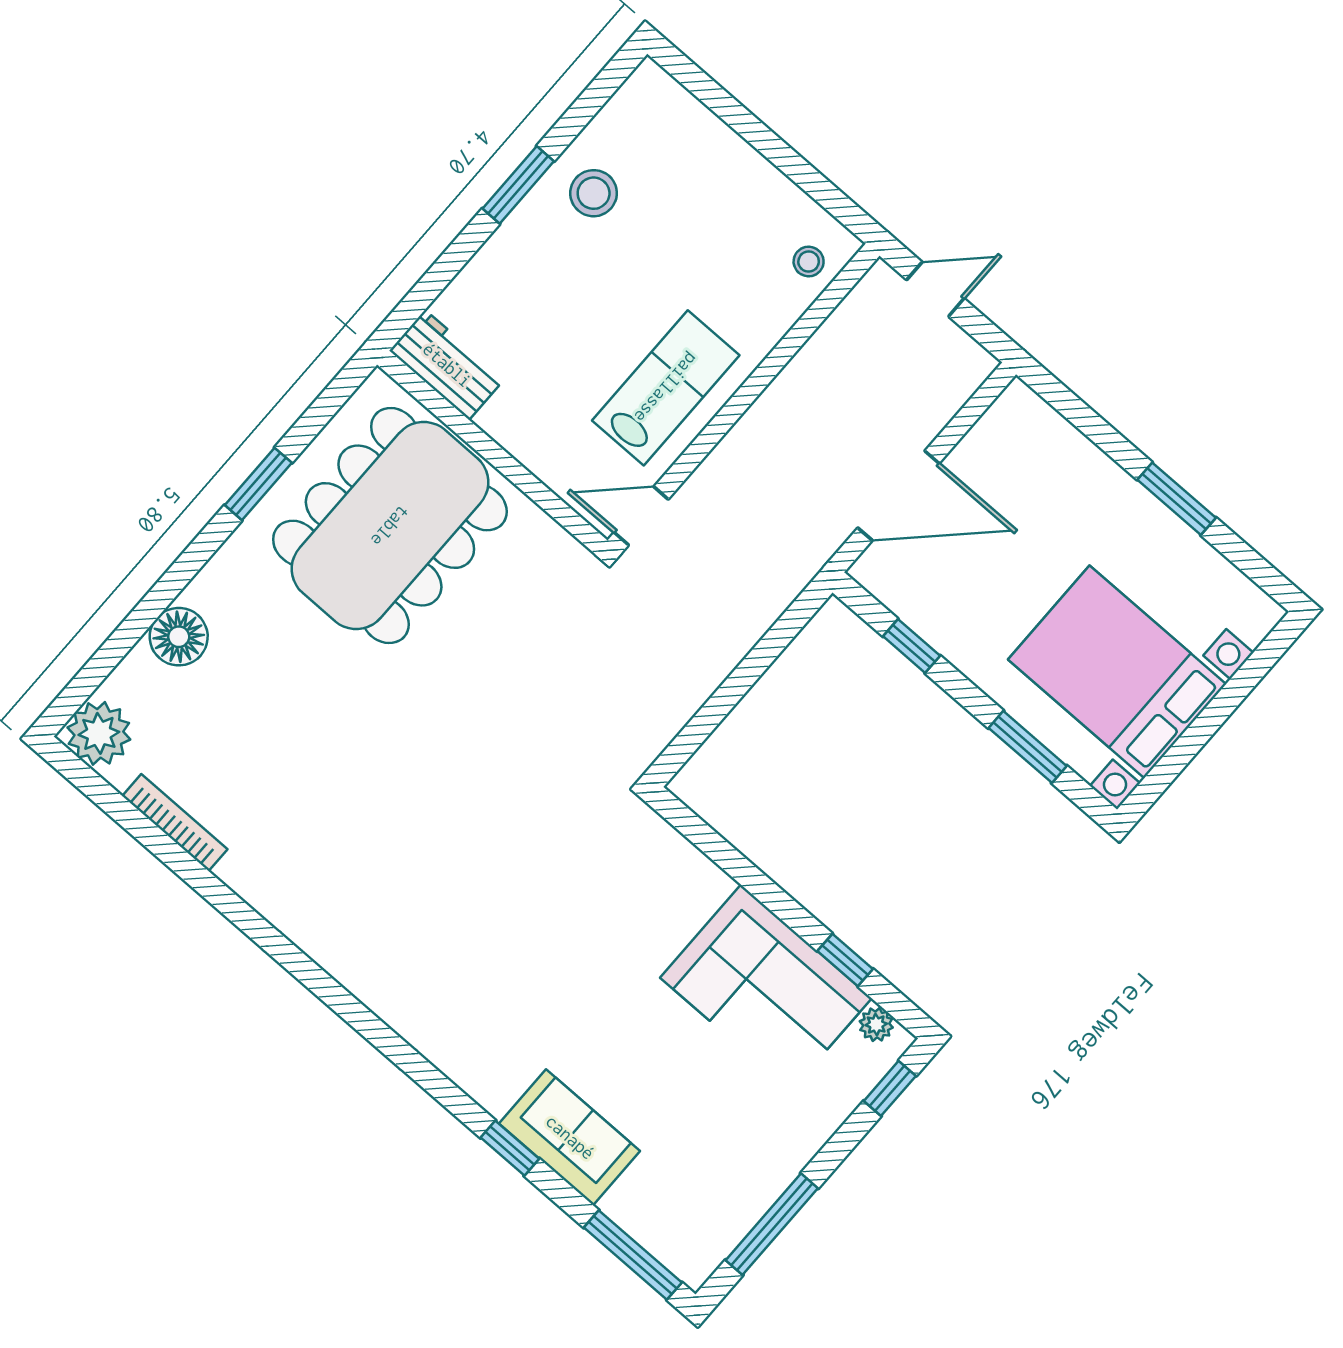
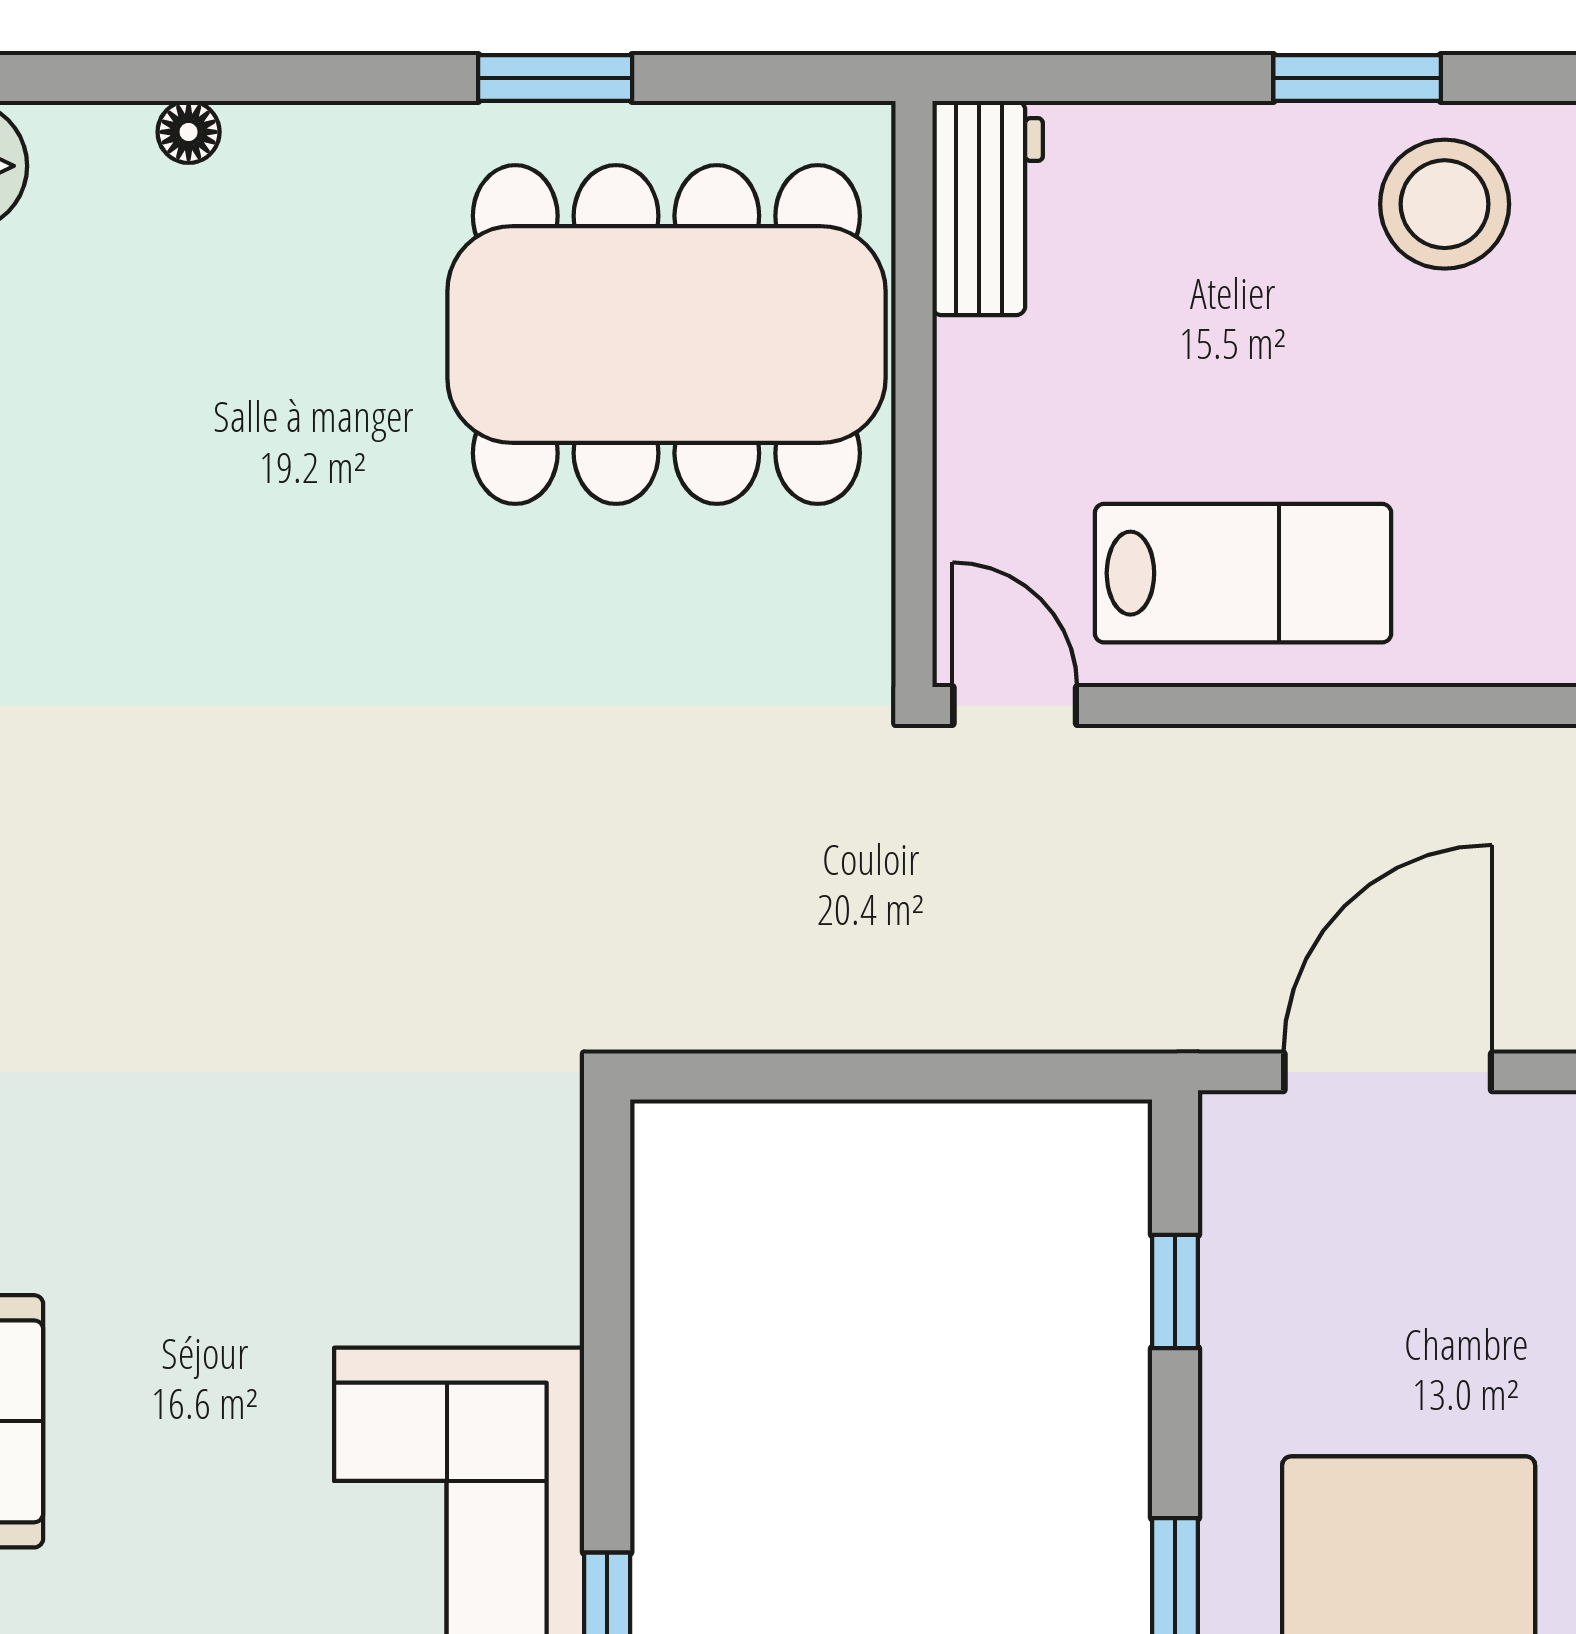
stool: (594, 193) -> (1445, 204), width x1.38, depth x1.38
door: (899, 496) -> (1388, 1072), swing flipped
floor lamp: (179, 637) -> (189, 132), width x0.53, depth x0.53

